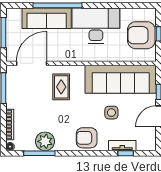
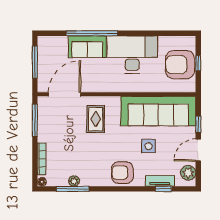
sofa: (47, 18) -> (87, 47), width x0.73
plant: (149, 138) -> (188, 173), added
plant: (45, 141) -> (74, 181), width x0.53, depth x0.53

